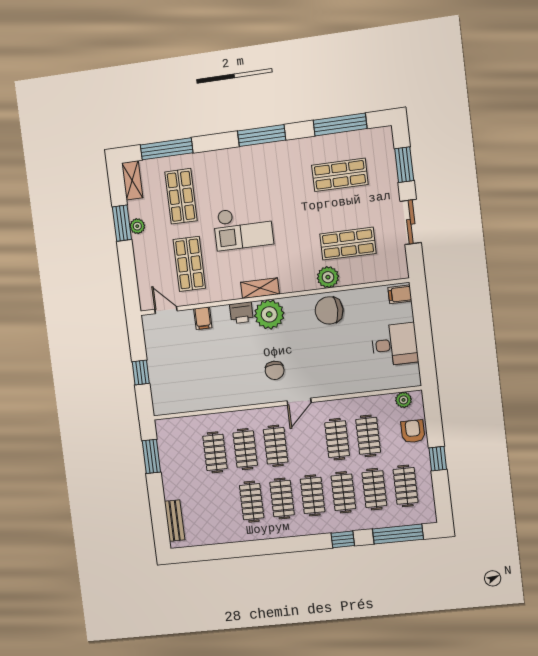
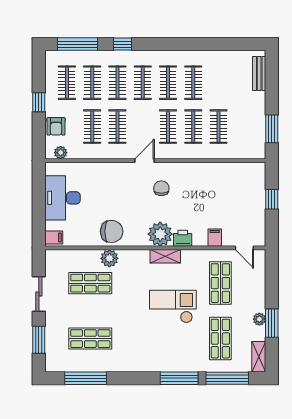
window: (262, 135) -> (179, 378), moved
desk: (395, 344) -> (62, 198), width x1.37

